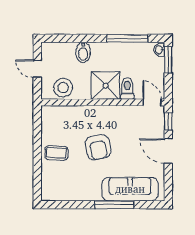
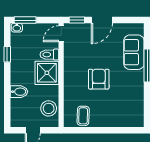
window: (128, 38) -> (7, 54), width x0.46
armchair: (98, 147) -> (99, 79), turned -79
coffee table: (56, 153) -> (83, 116), moved
sofa: (130, 189) -> (134, 52), width x0.73

